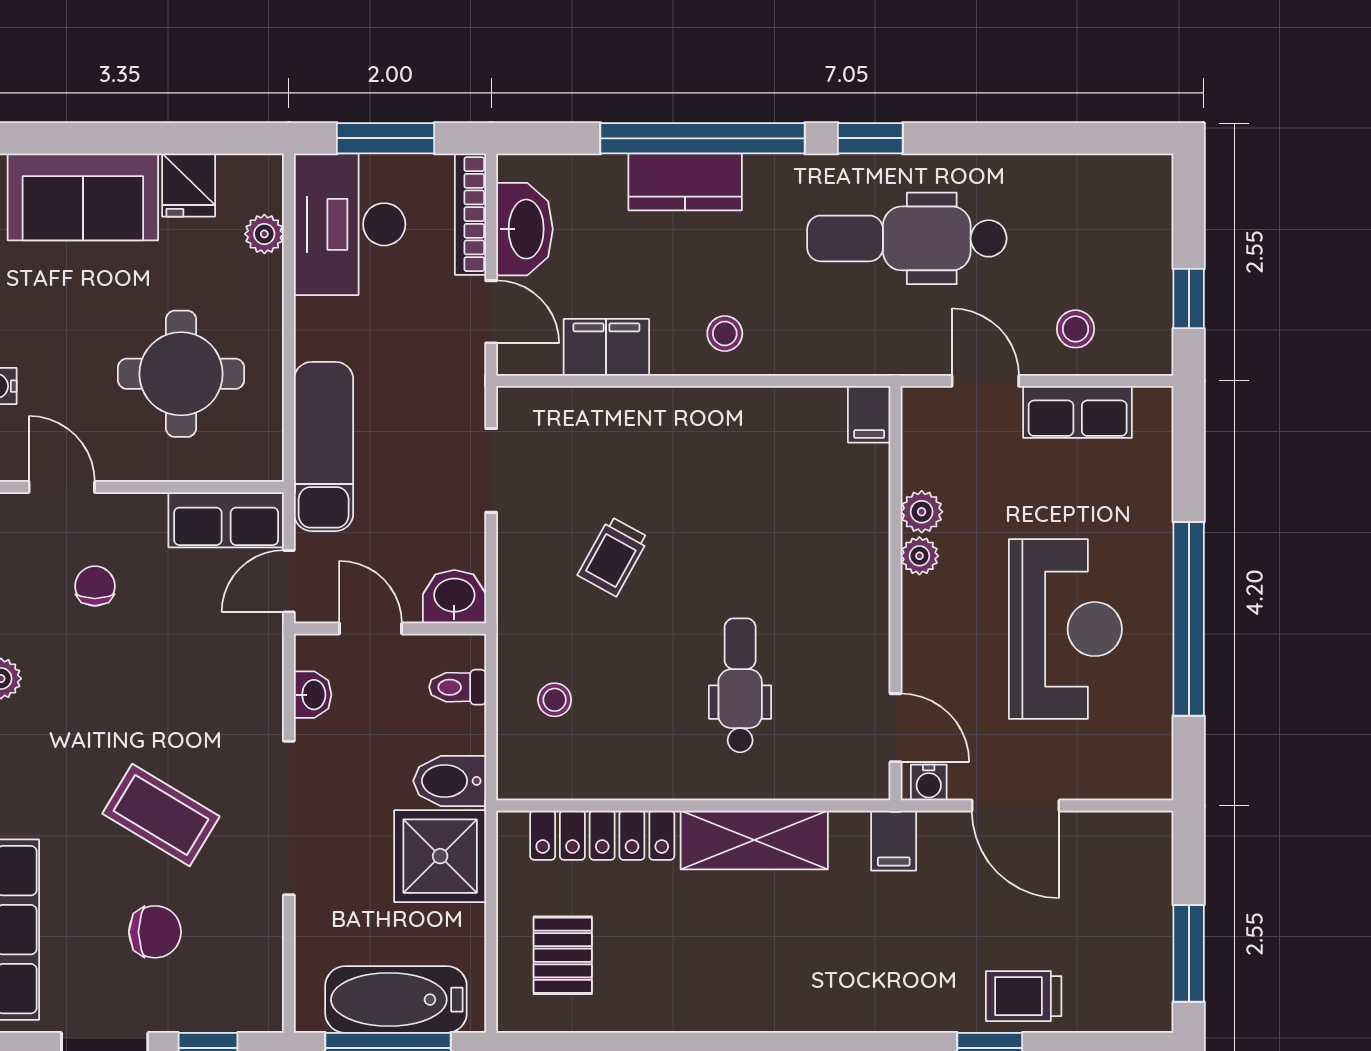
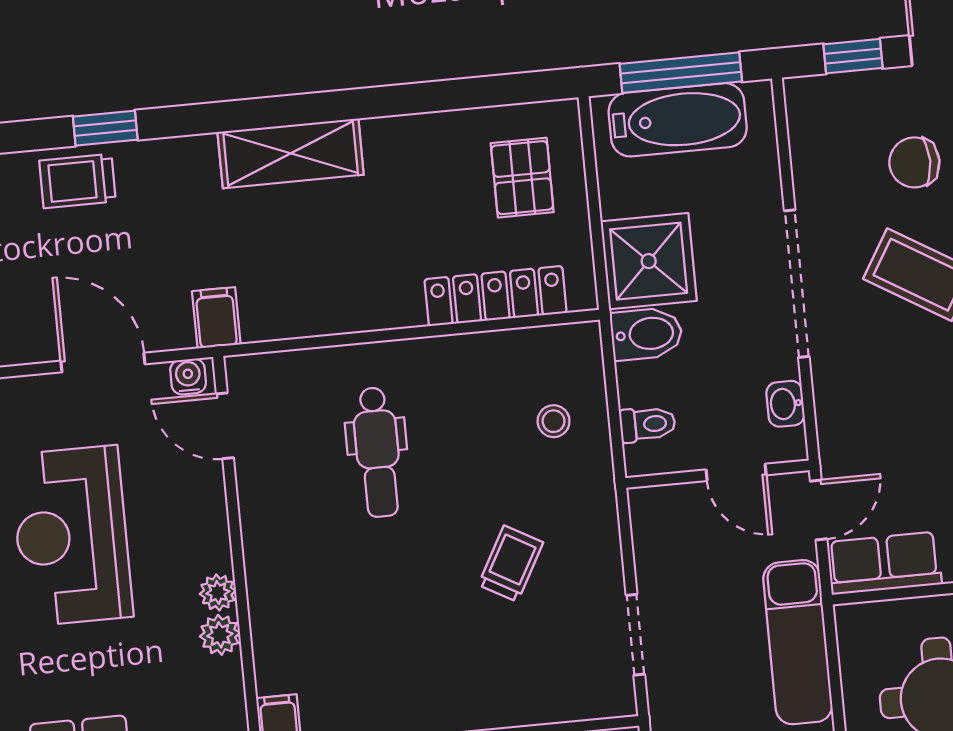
washbasin: (454, 597) -> (659, 510), removed
shelving: (754, 840) -> (291, 153), moved
trolley: (1024, 996) -> (78, 181), turned 180

